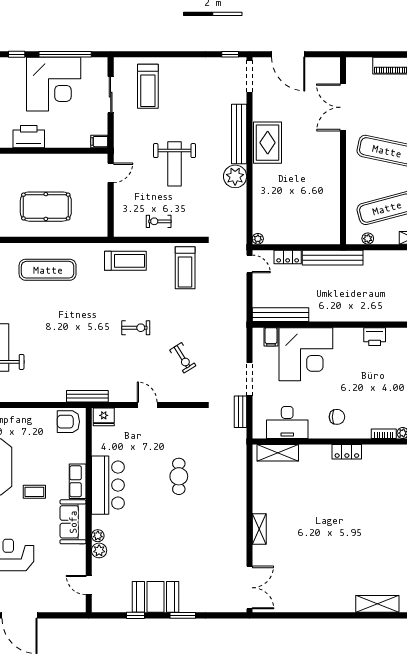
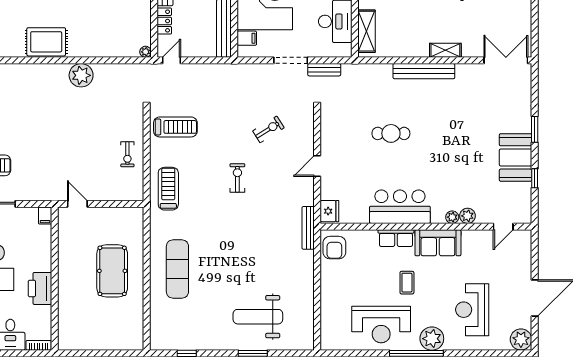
bench: (239, 134) -> (424, 71), moved
weight bench: (175, 164) -> (68, 138), removed

